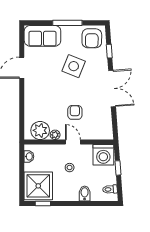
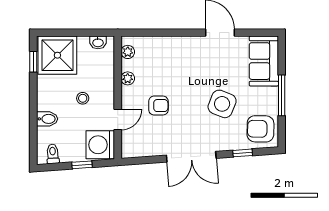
plant: (40, 130) -> (128, 52), width x0.53, depth x0.53
door: (73, 142) -> (118, 120), moved

